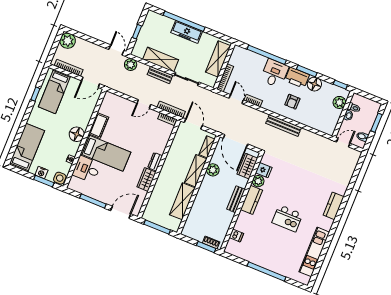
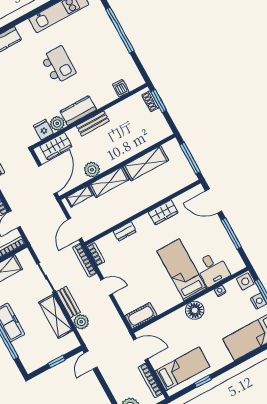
plant: (131, 65) -> (81, 322), moved
cot: (99, 126) -> (141, 316), moved
dresser: (155, 162) -> (125, 231), moved

